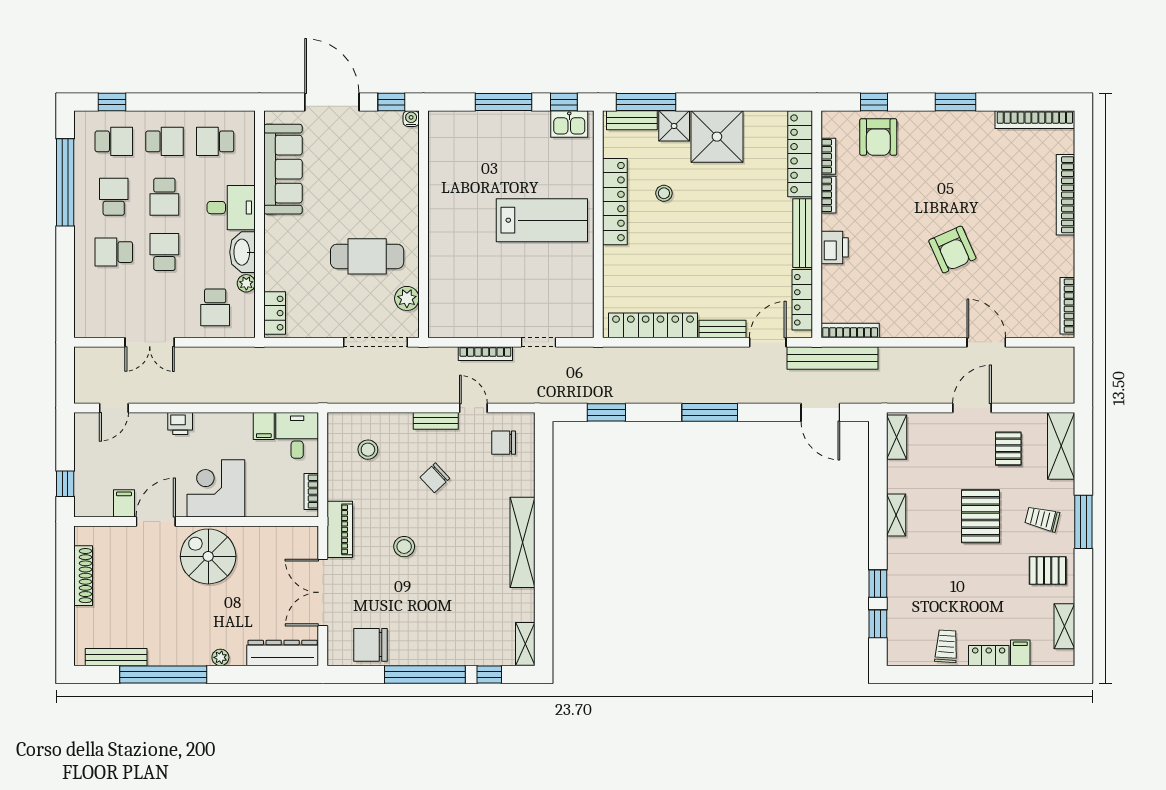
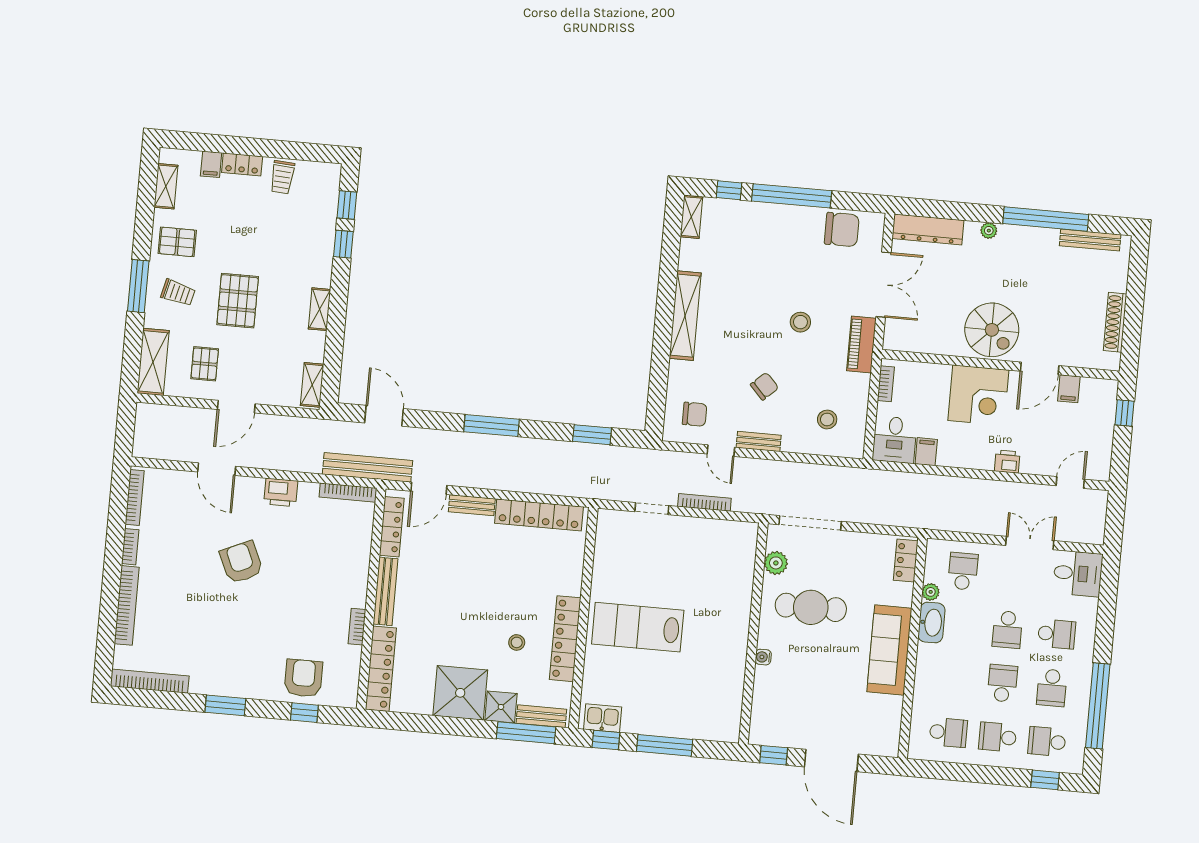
water cooler: (411, 119) -> (763, 657), moved, turned 90
bookcase: (828, 156) -> (130, 547), moved, turned 180
sofa: (283, 169) -> (889, 650), moved
desk: (231, 208) -> (1078, 574), moved, turned 180
printer: (835, 247) -> (281, 492), moved, turned -90

